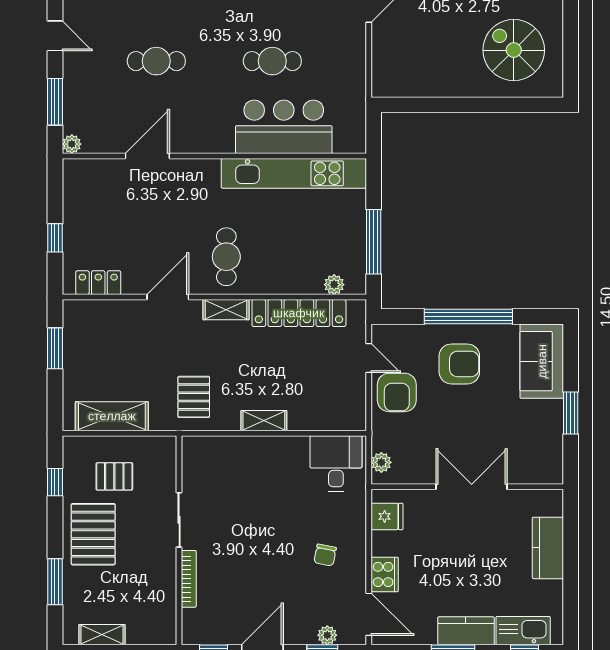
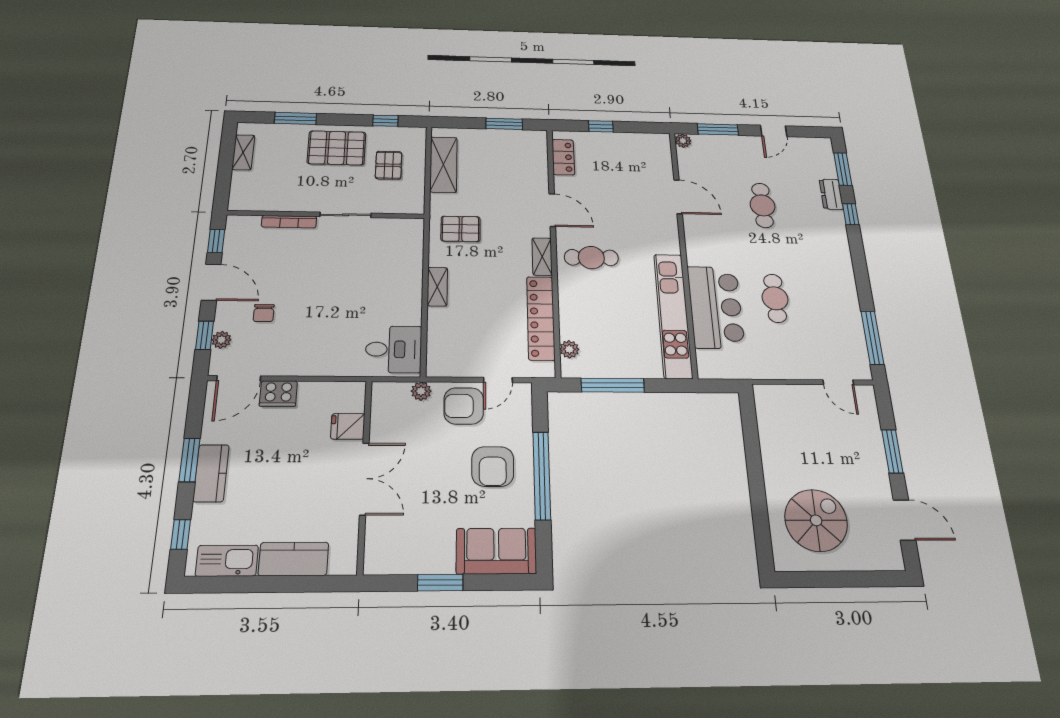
plant: (381, 462) -> (421, 391), moved
fridge: (387, 516) -> (348, 426), moved, turned 90
chair: (325, 555) -> (264, 313), moved, turned -101
kitchen sink: (523, 631) -> (227, 561), moved, turned -90

